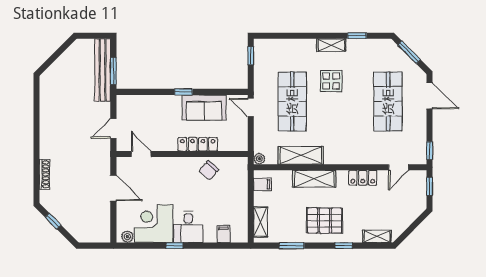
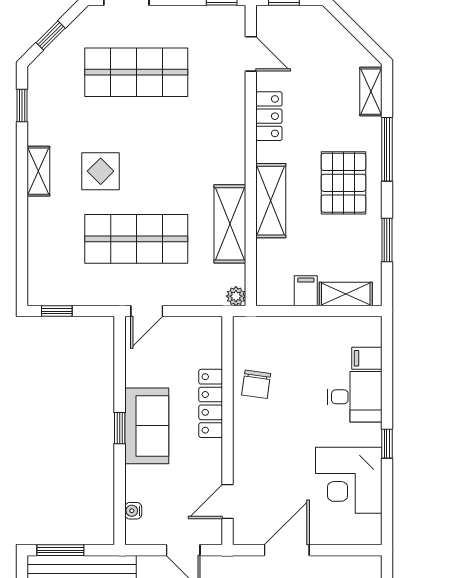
window: (357, 36) -> (22, 106), moved
window: (409, 52) -> (51, 35), width x0.67
window: (113, 71) -> (60, 550), moved
water cooler: (136, 100) -> (133, 511), added
sofa: (204, 108) -> (147, 426), moved
chair: (209, 170) -> (256, 384), turned 56
filing cabinet: (262, 184) -> (306, 291), moved
desk: (188, 227) -> (355, 397), moved
plant: (127, 237) -> (371, 526), removed
window: (344, 246) -> (387, 149), width x2.17

